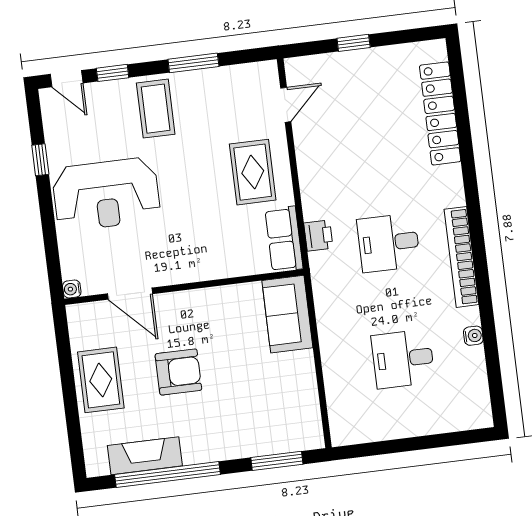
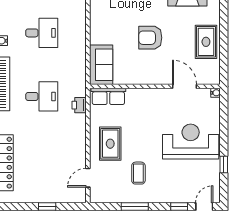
door: (67, 79) -> (204, 206), hinge flipped
coffee table: (156, 109) -> (138, 173), moved, width x0.73, depth x0.77
row of seats: (284, 239) -> (108, 96), moved, turned 90
armchair: (178, 372) -> (150, 38), moved

